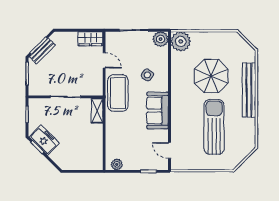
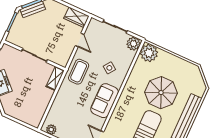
coffee table: (118, 93) -> (79, 72), width x0.73, depth x0.76

